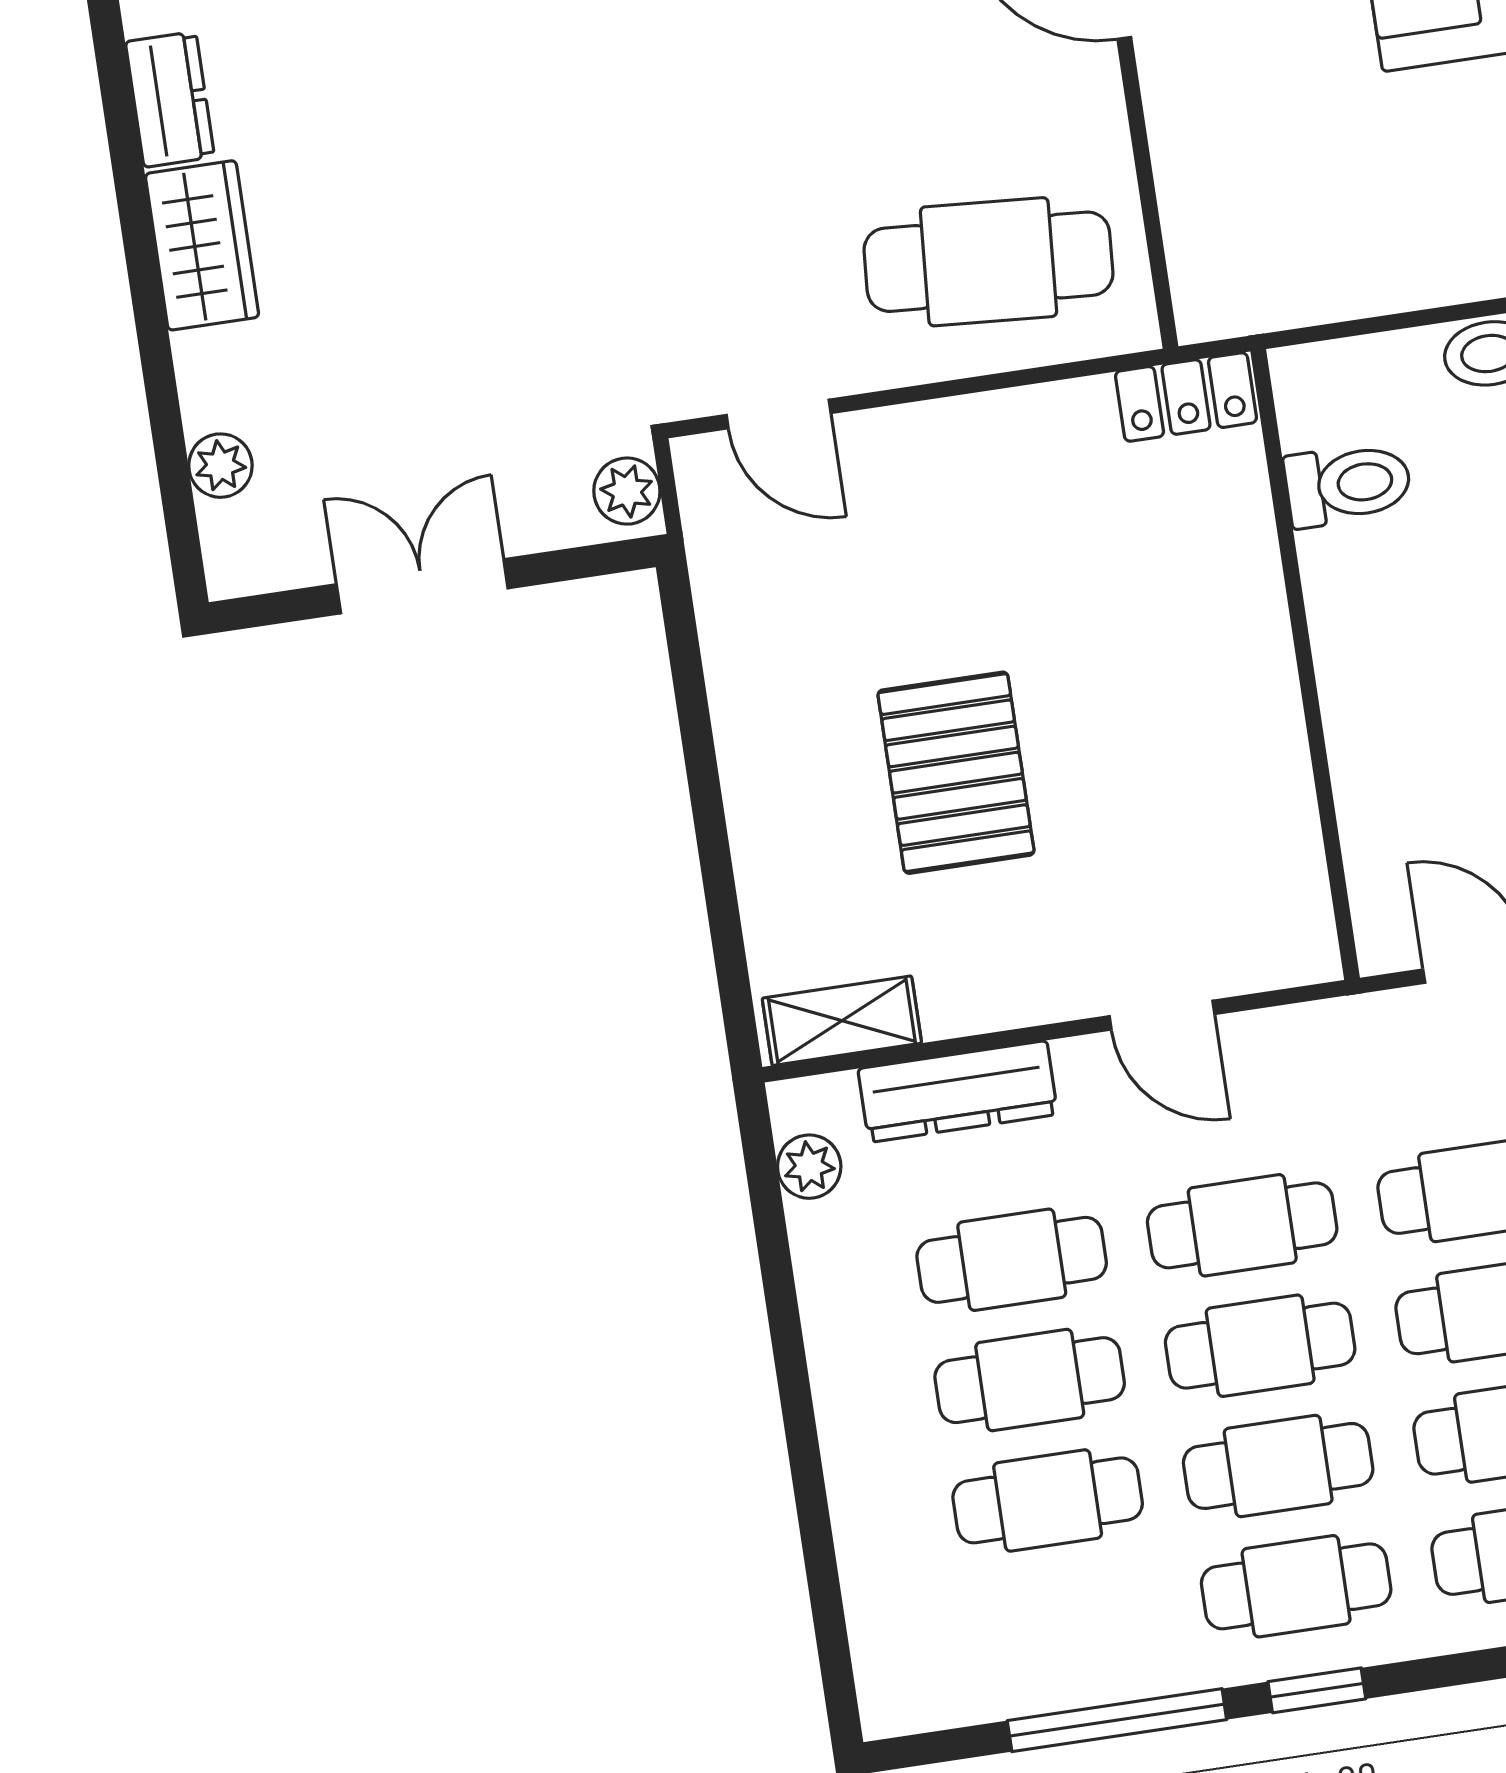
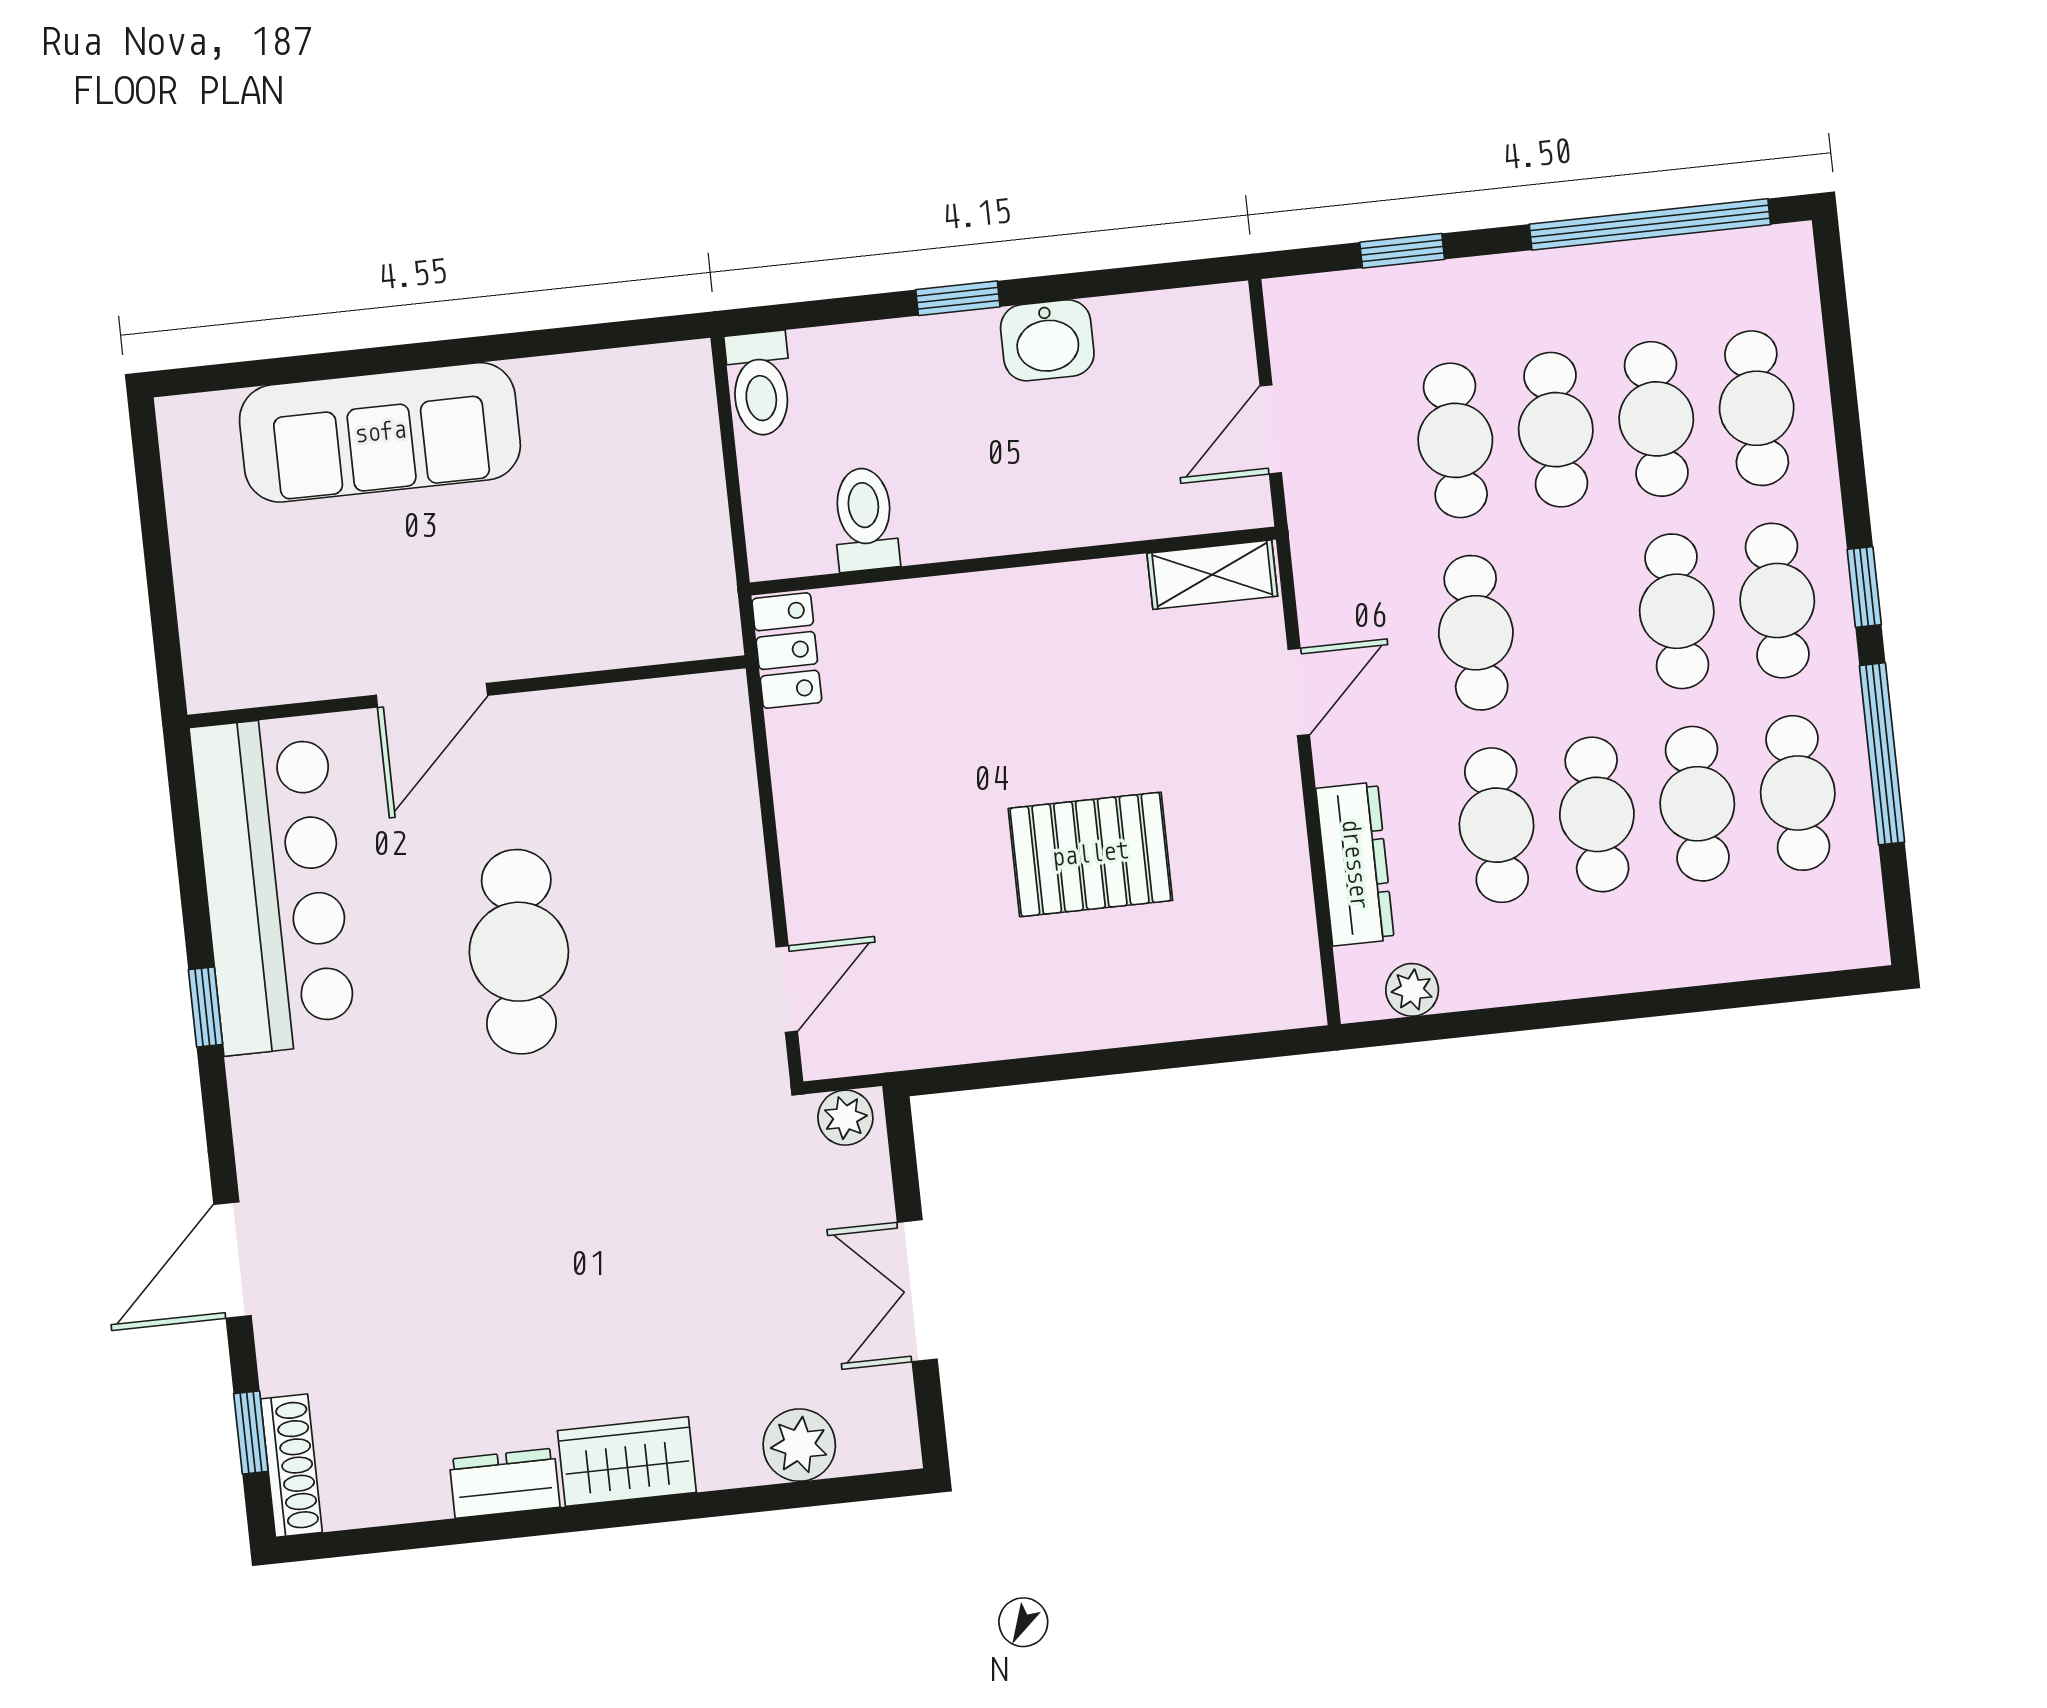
cafe table: (988, 262) -> (519, 952), moved
plant: (220, 466) -> (799, 1445), width x1.38, depth x1.38
shelving: (842, 1021) -> (1212, 575), moved, turned 90
cafe table: (1260, 1346) -> (1798, 793), moved

